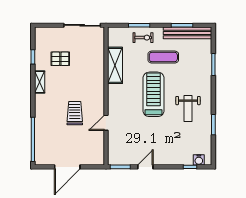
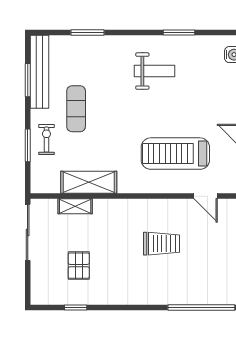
shelving: (40, 82) -> (75, 206), moved
treadmill: (153, 94) -> (175, 154), moved
trolley: (75, 113) -> (162, 244), turned 180
door: (106, 123) -> (206, 196), moved

